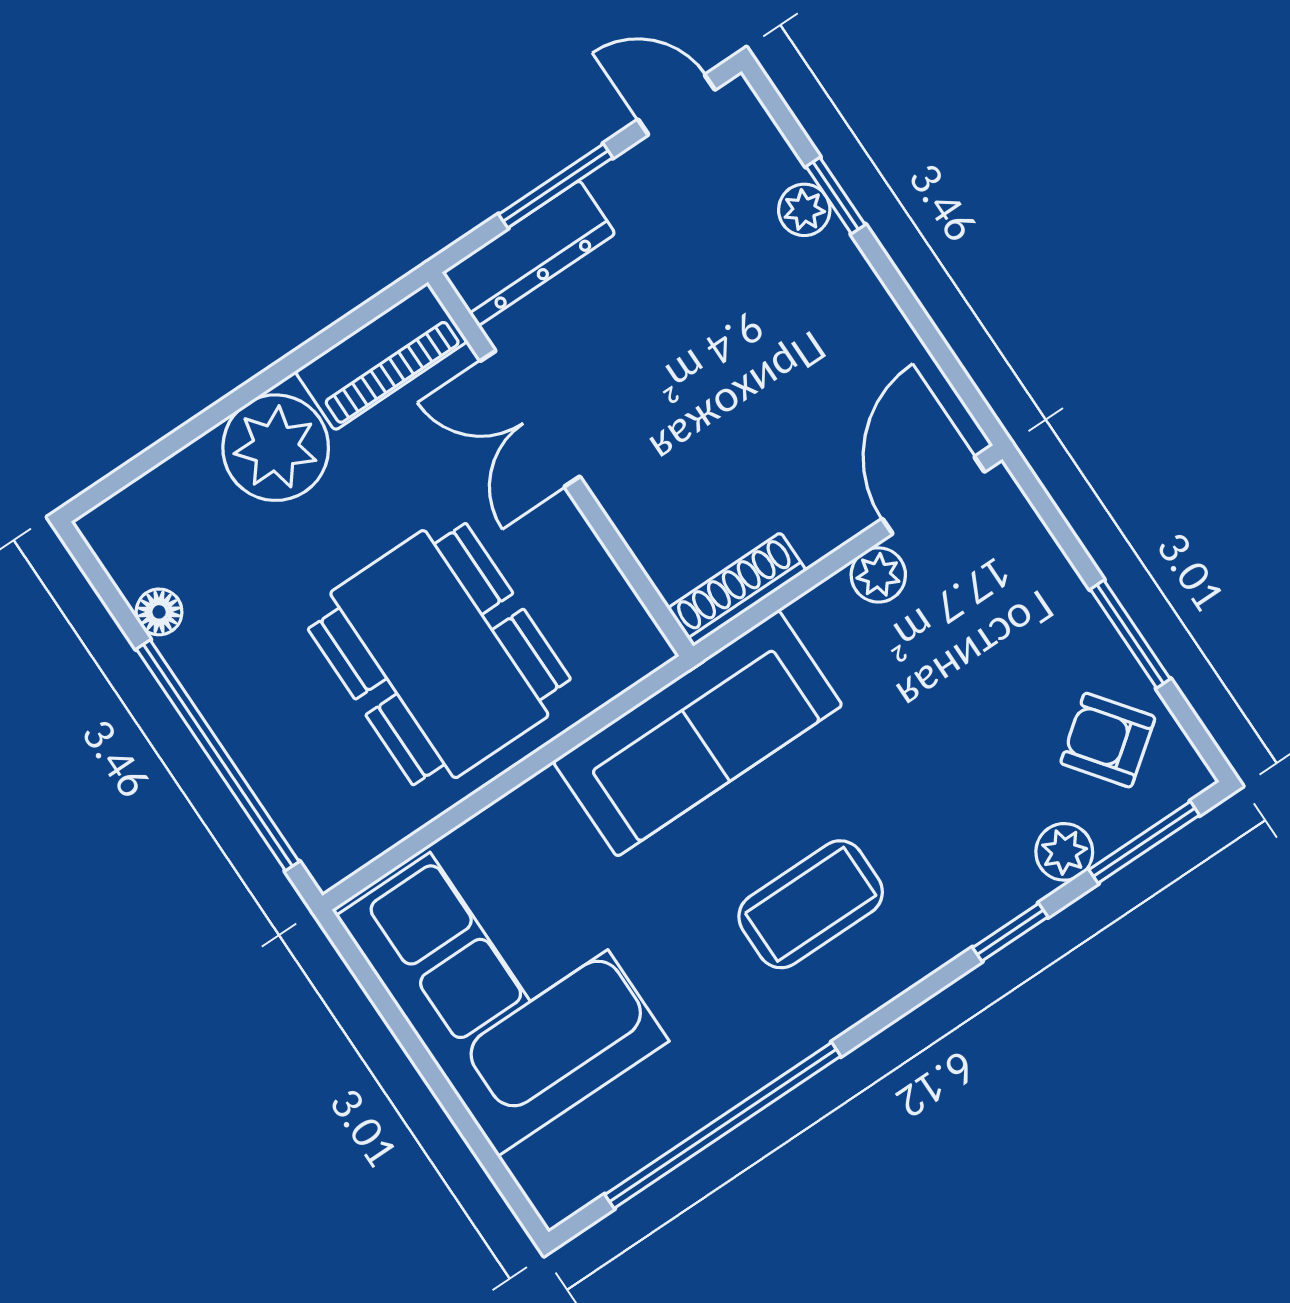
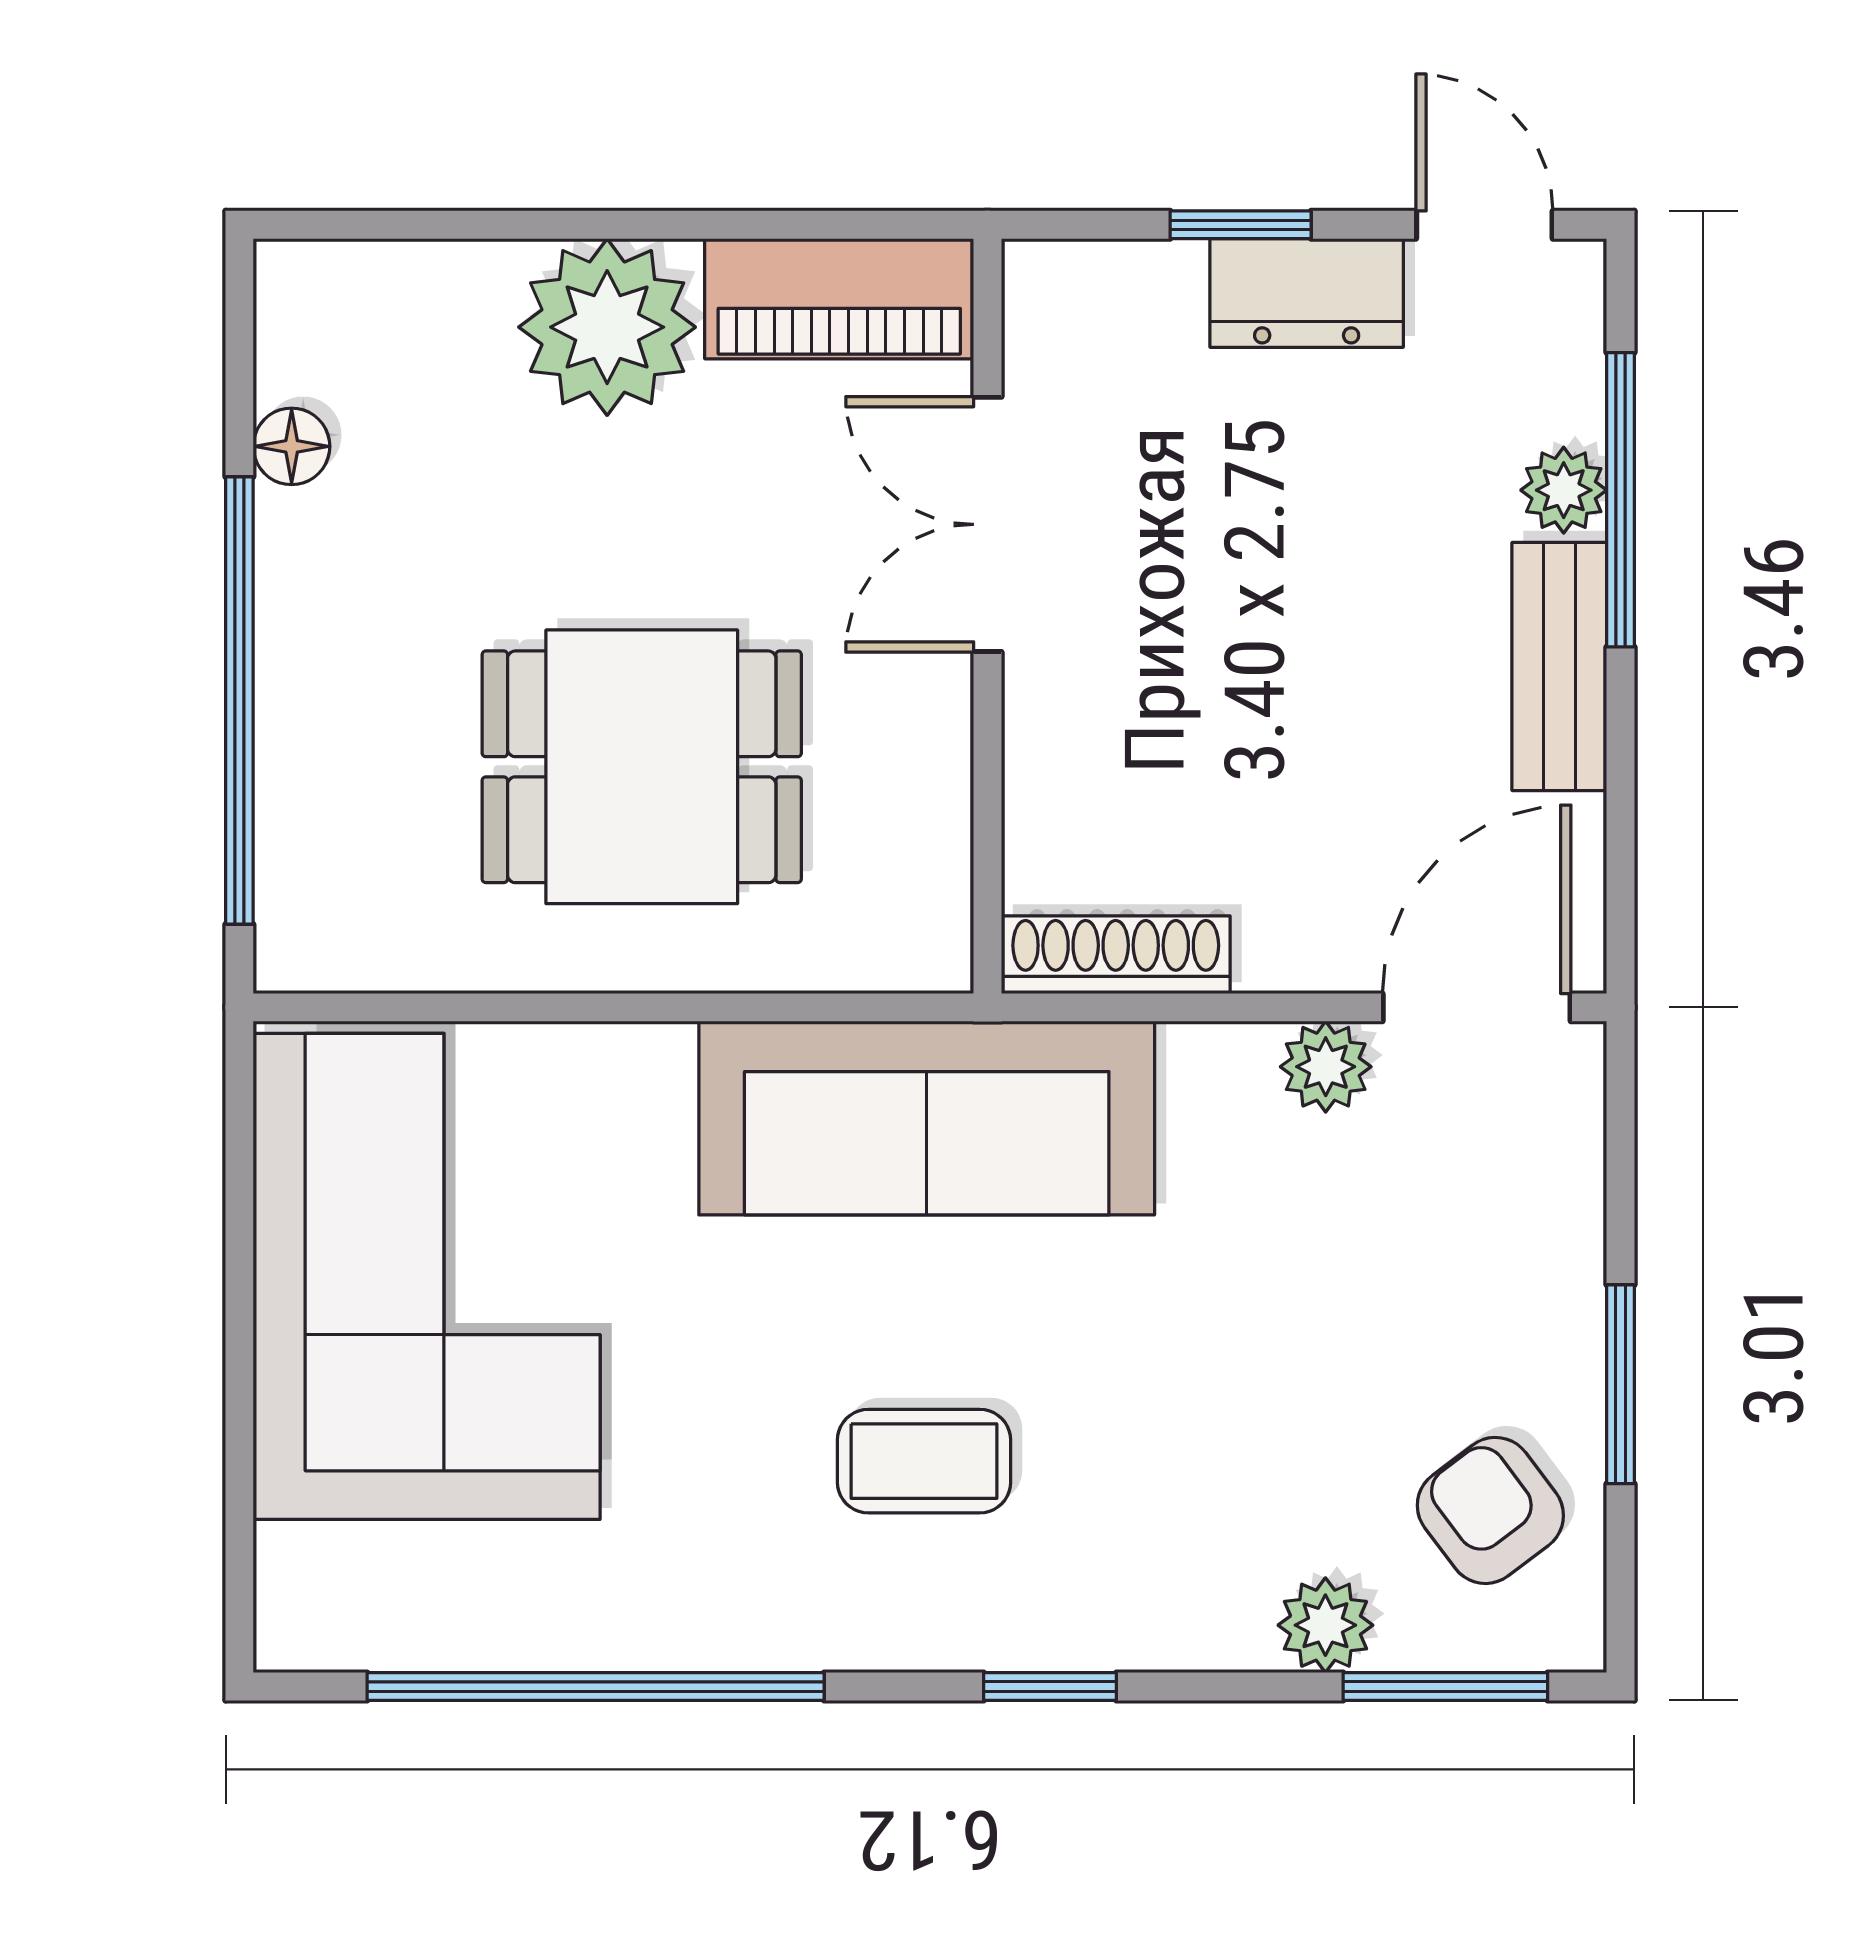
window: (556, 186) -> (1241, 225), width x0.67
window: (836, 196) -> (1621, 500), width x2.17
dresser: (529, 253) -> (1307, 293), moved, width x0.70
bench: (861, 299) -> (1559, 666), added
dining table: (439, 654) -> (642, 767), width x0.73
coffee table: (811, 904) -> (924, 1461), width x0.73, depth x0.77
window: (1010, 932) -> (1050, 1686), moved

